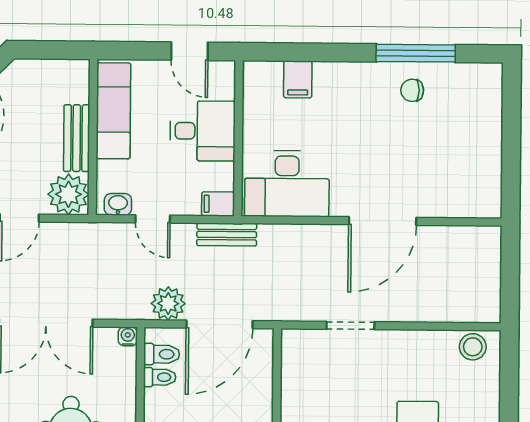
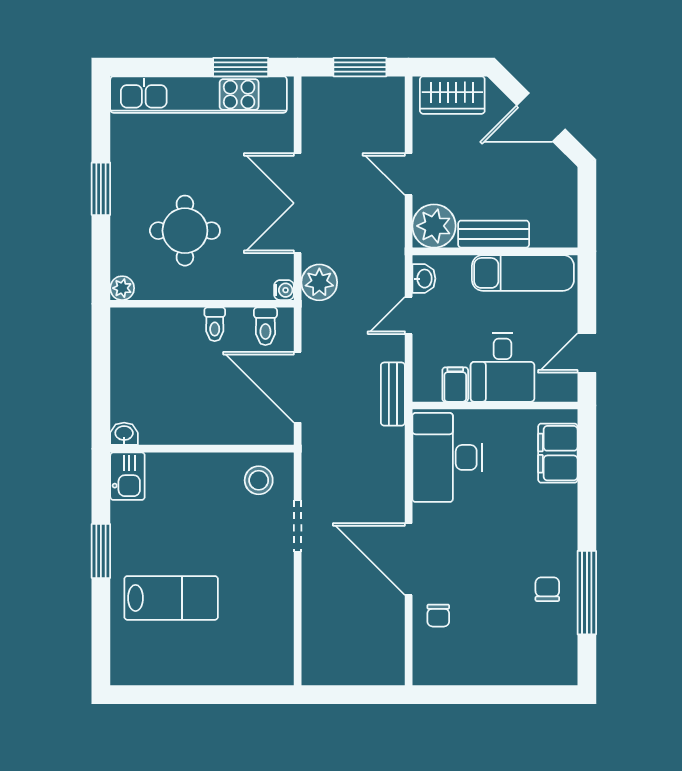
filing cabinet: (298, 79) -> (558, 453), width x2.00
chair: (436, 194) -> (438, 616), added
filing cabinet: (218, 204) -> (455, 385), moved
plant: (168, 303) -> (319, 282), moved
stool: (473, 347) -> (259, 480), moved
toilet: (160, 377) -> (215, 324), moved

